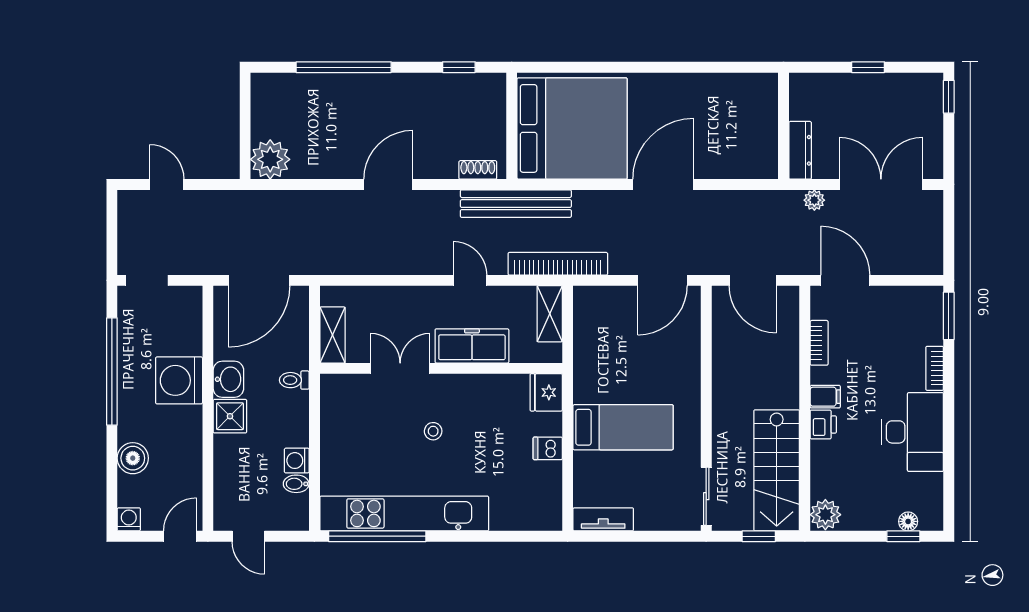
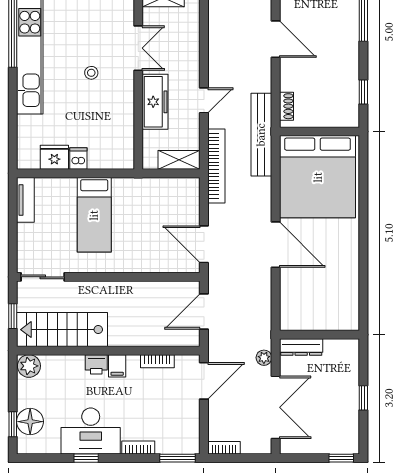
bookcase: (935, 254) -> (224, 448), added
fridge: (546, 392) -> (54, 157), moved
window: (949, 438) -> (86, 458), added
floor lamp: (908, 521) -> (30, 422), width x1.89, depth x1.89

